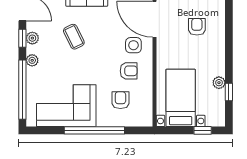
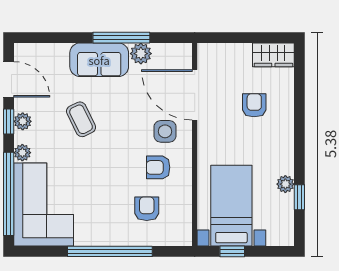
armchair: (129, 71) -> (158, 167), turned 180
corner sofa: (66, 106) -> (44, 204), moved, turned 90
window: (203, 130) -> (232, 251), moved

